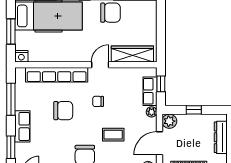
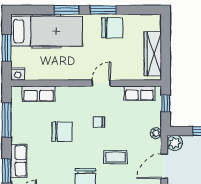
wardrobe: (132, 54) -> (153, 54), moved, turned -90
row of seats: (57, 75) -> (39, 94), width x0.50
row of seats: (150, 91) -> (139, 93), moved, turned -90
row of seats: (22, 126) -> (19, 161), moved

